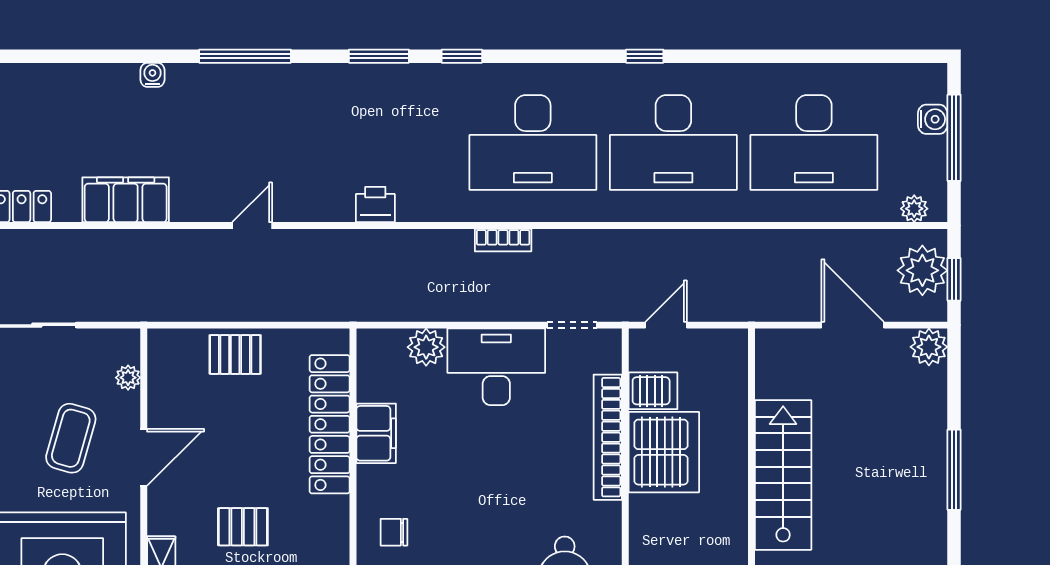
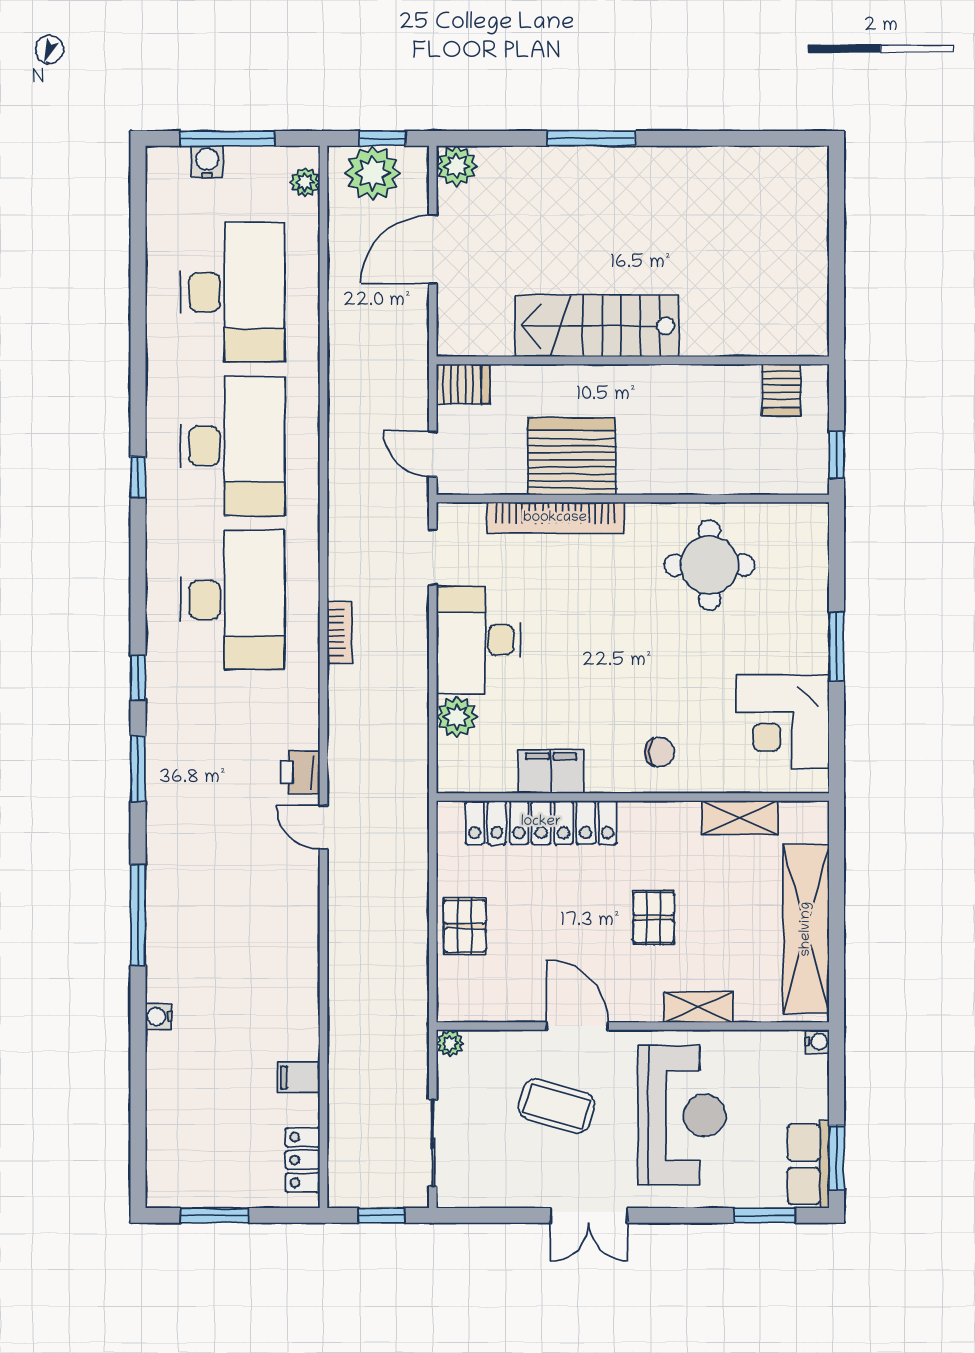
filing cabinet: (126, 200) -> (299, 1078), width x0.33, depth x0.86
door: (252, 226) -> (324, 827), moved
plant: (128, 378) -> (450, 1043), moved
server rack: (653, 391) -> (463, 384), moved, turned 90
chair: (394, 532) -> (659, 752), turned -90

